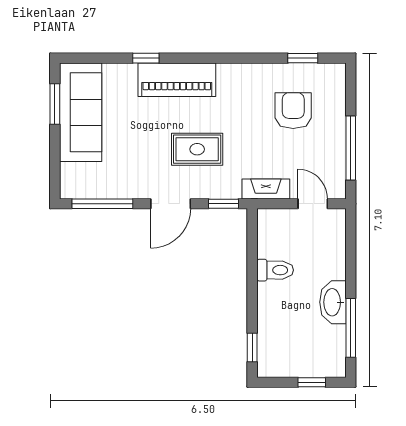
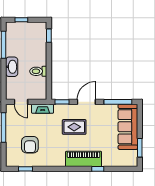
sofa: (81, 112) -> (128, 127), moved
washbasin: (333, 302) -> (12, 67), moved

